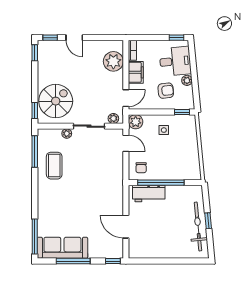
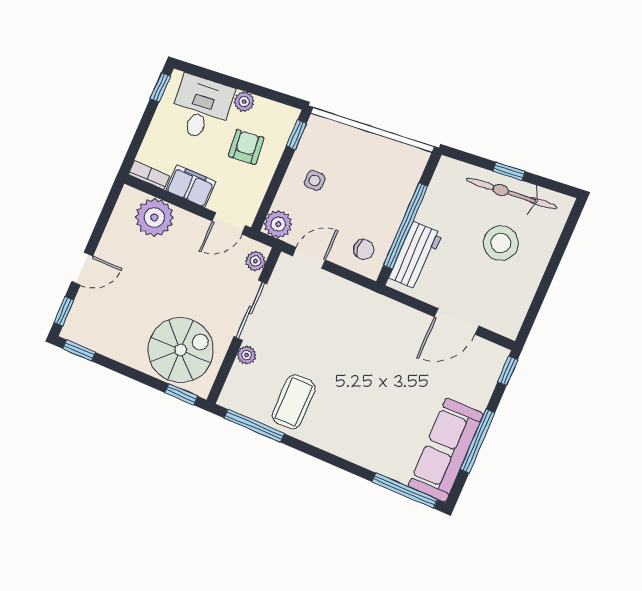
door: (126, 98) -> (229, 223), swing flipped
spiral stairs: (56, 101) -> (181, 350), turned 90
coffee table: (54, 166) -> (294, 402), turned 90
stool: (172, 232) -> (501, 243), added

